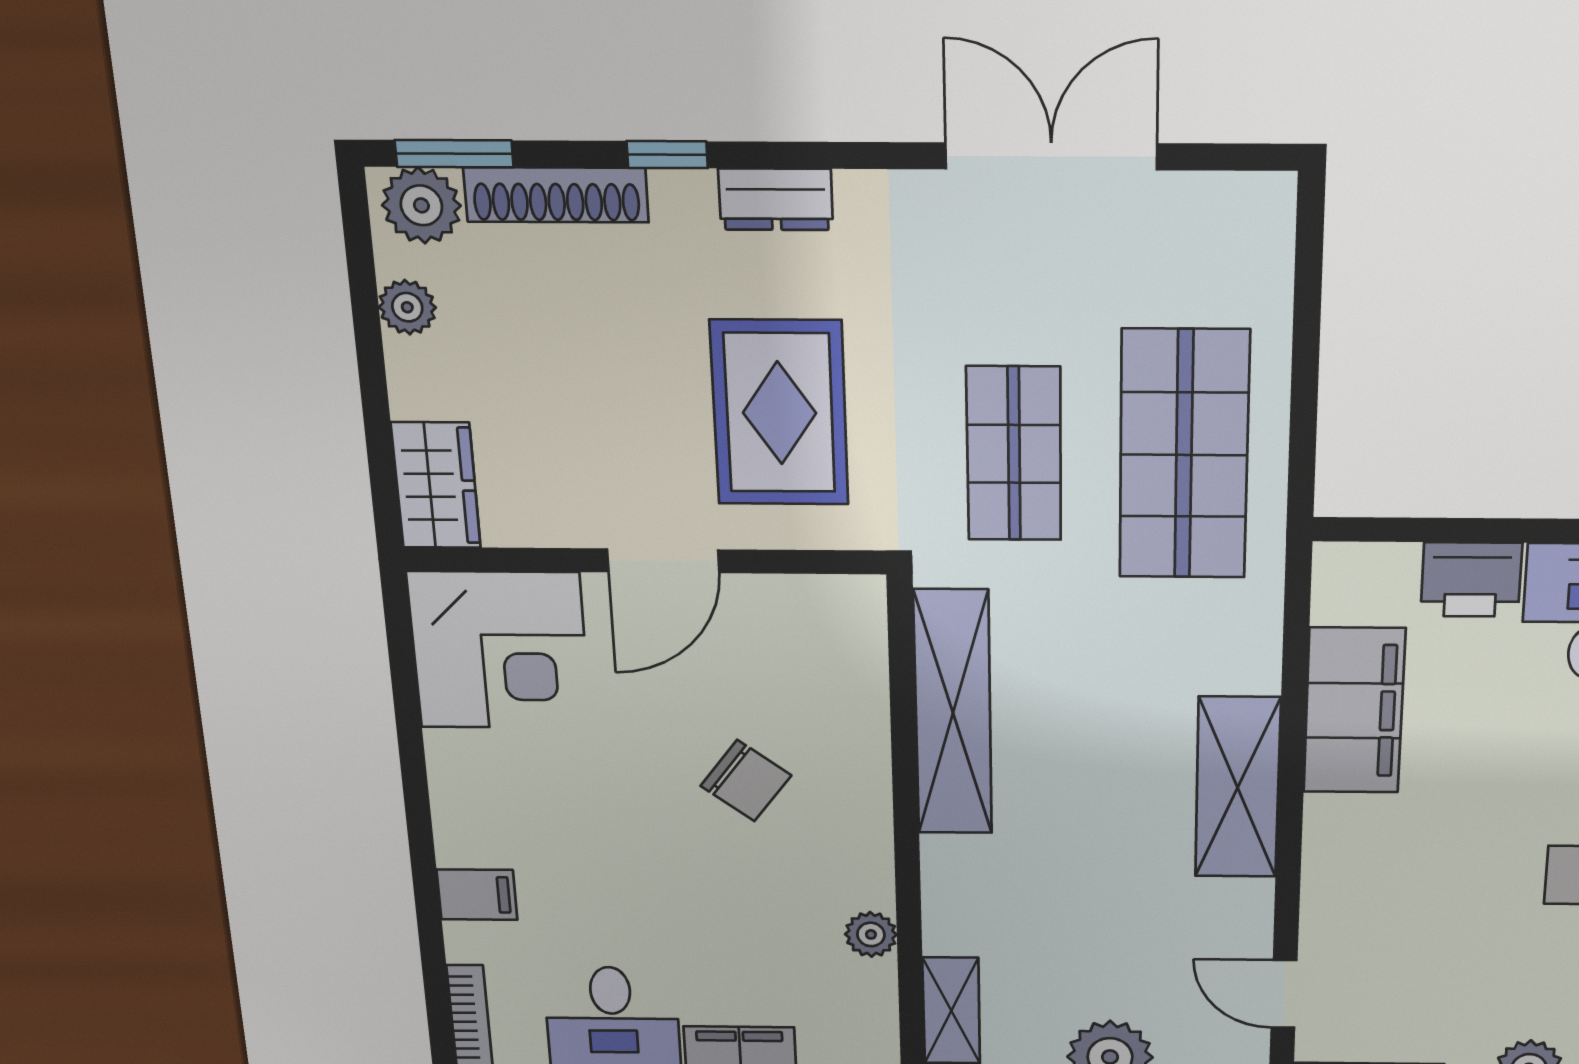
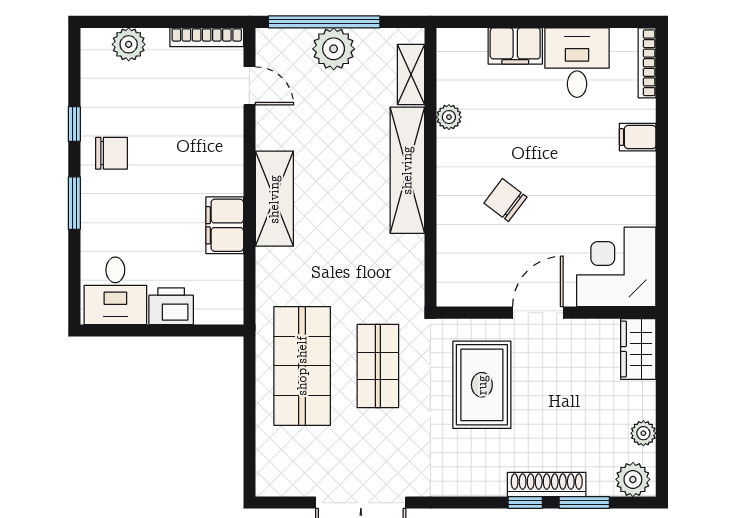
window: (454, 154) -> (584, 503), moved
shoe rack: (556, 195) -> (547, 484), moved
dresser: (776, 199) -> (479, 483), removed
filing cabinet: (1354, 711) -> (225, 225), width x0.67, depth x0.86
shelving: (953, 713) -> (407, 170), moved

